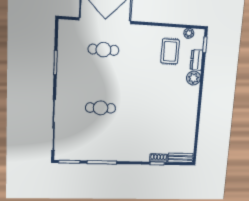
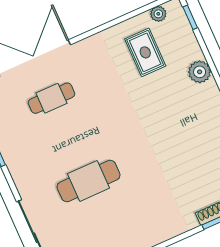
dresser: (196, 60) -> (190, 44), removed
cafe table: (101, 108) -> (89, 181), width x1.37, depth x1.35

